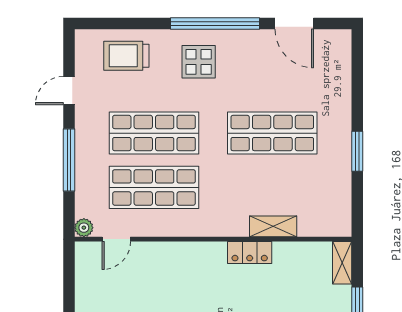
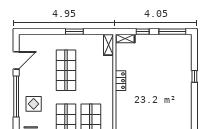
shelving: (273, 226) -> (109, 45), moved

